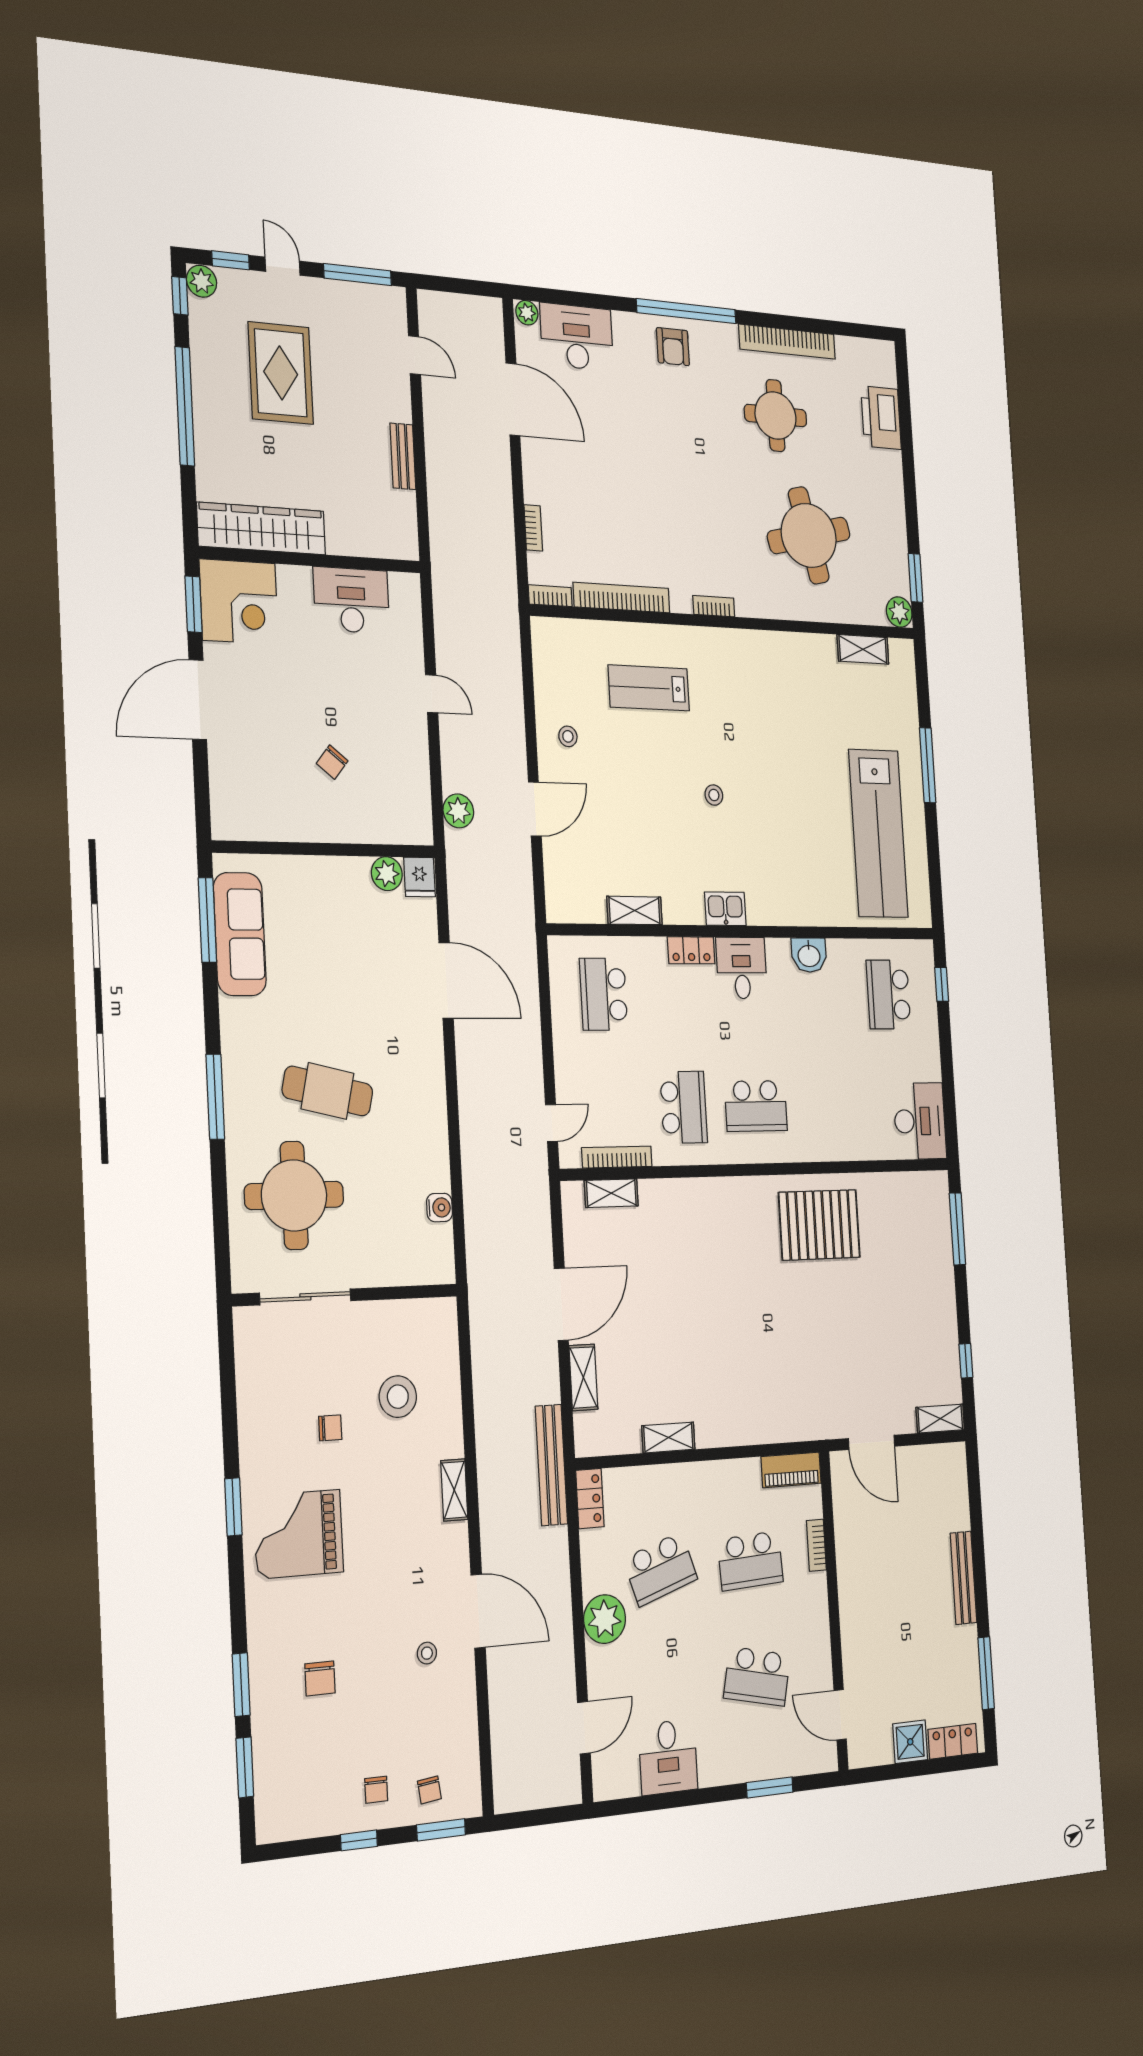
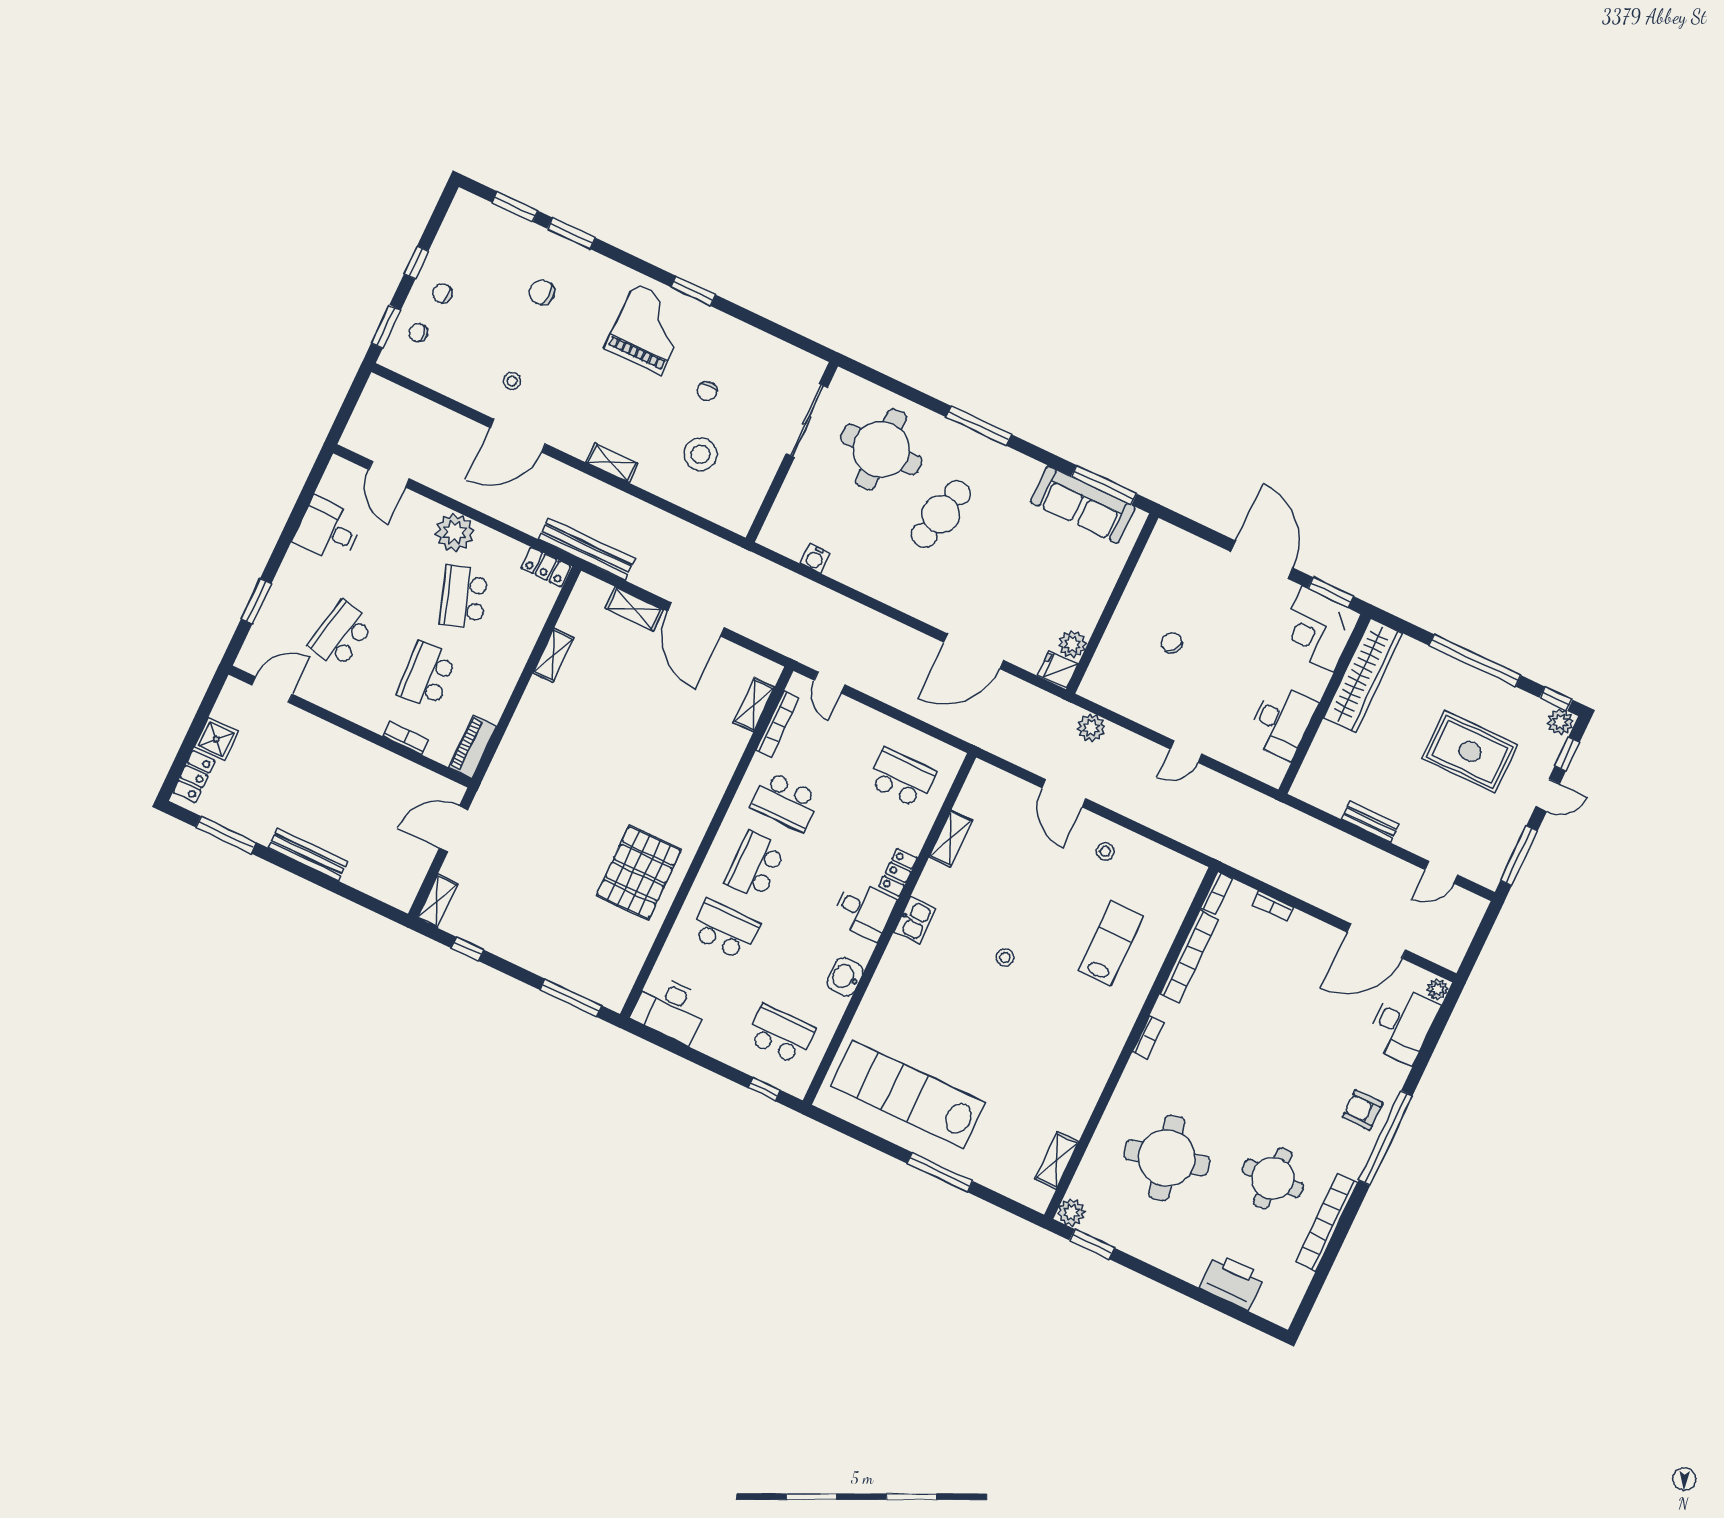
school desk: (826, 1105) -> (725, 930), added

